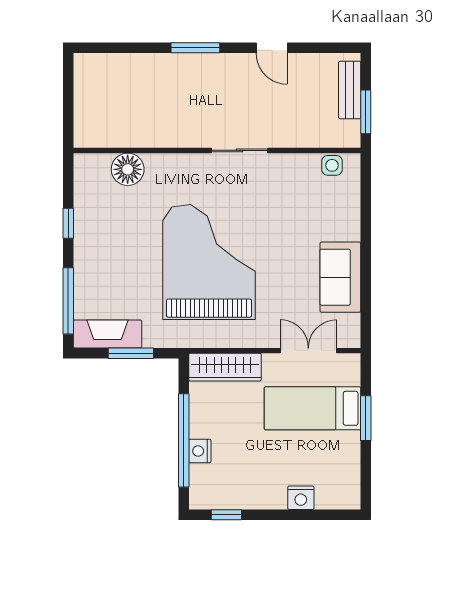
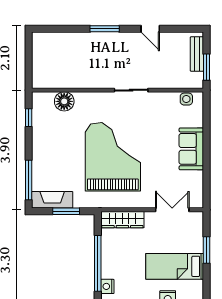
window: (68, 223) -> (29, 118), moved
sofa: (340, 277) -> (191, 149), moved
bed: (313, 408) -> (175, 266), moved
nightstand: (200, 451) -> (107, 286), moved

